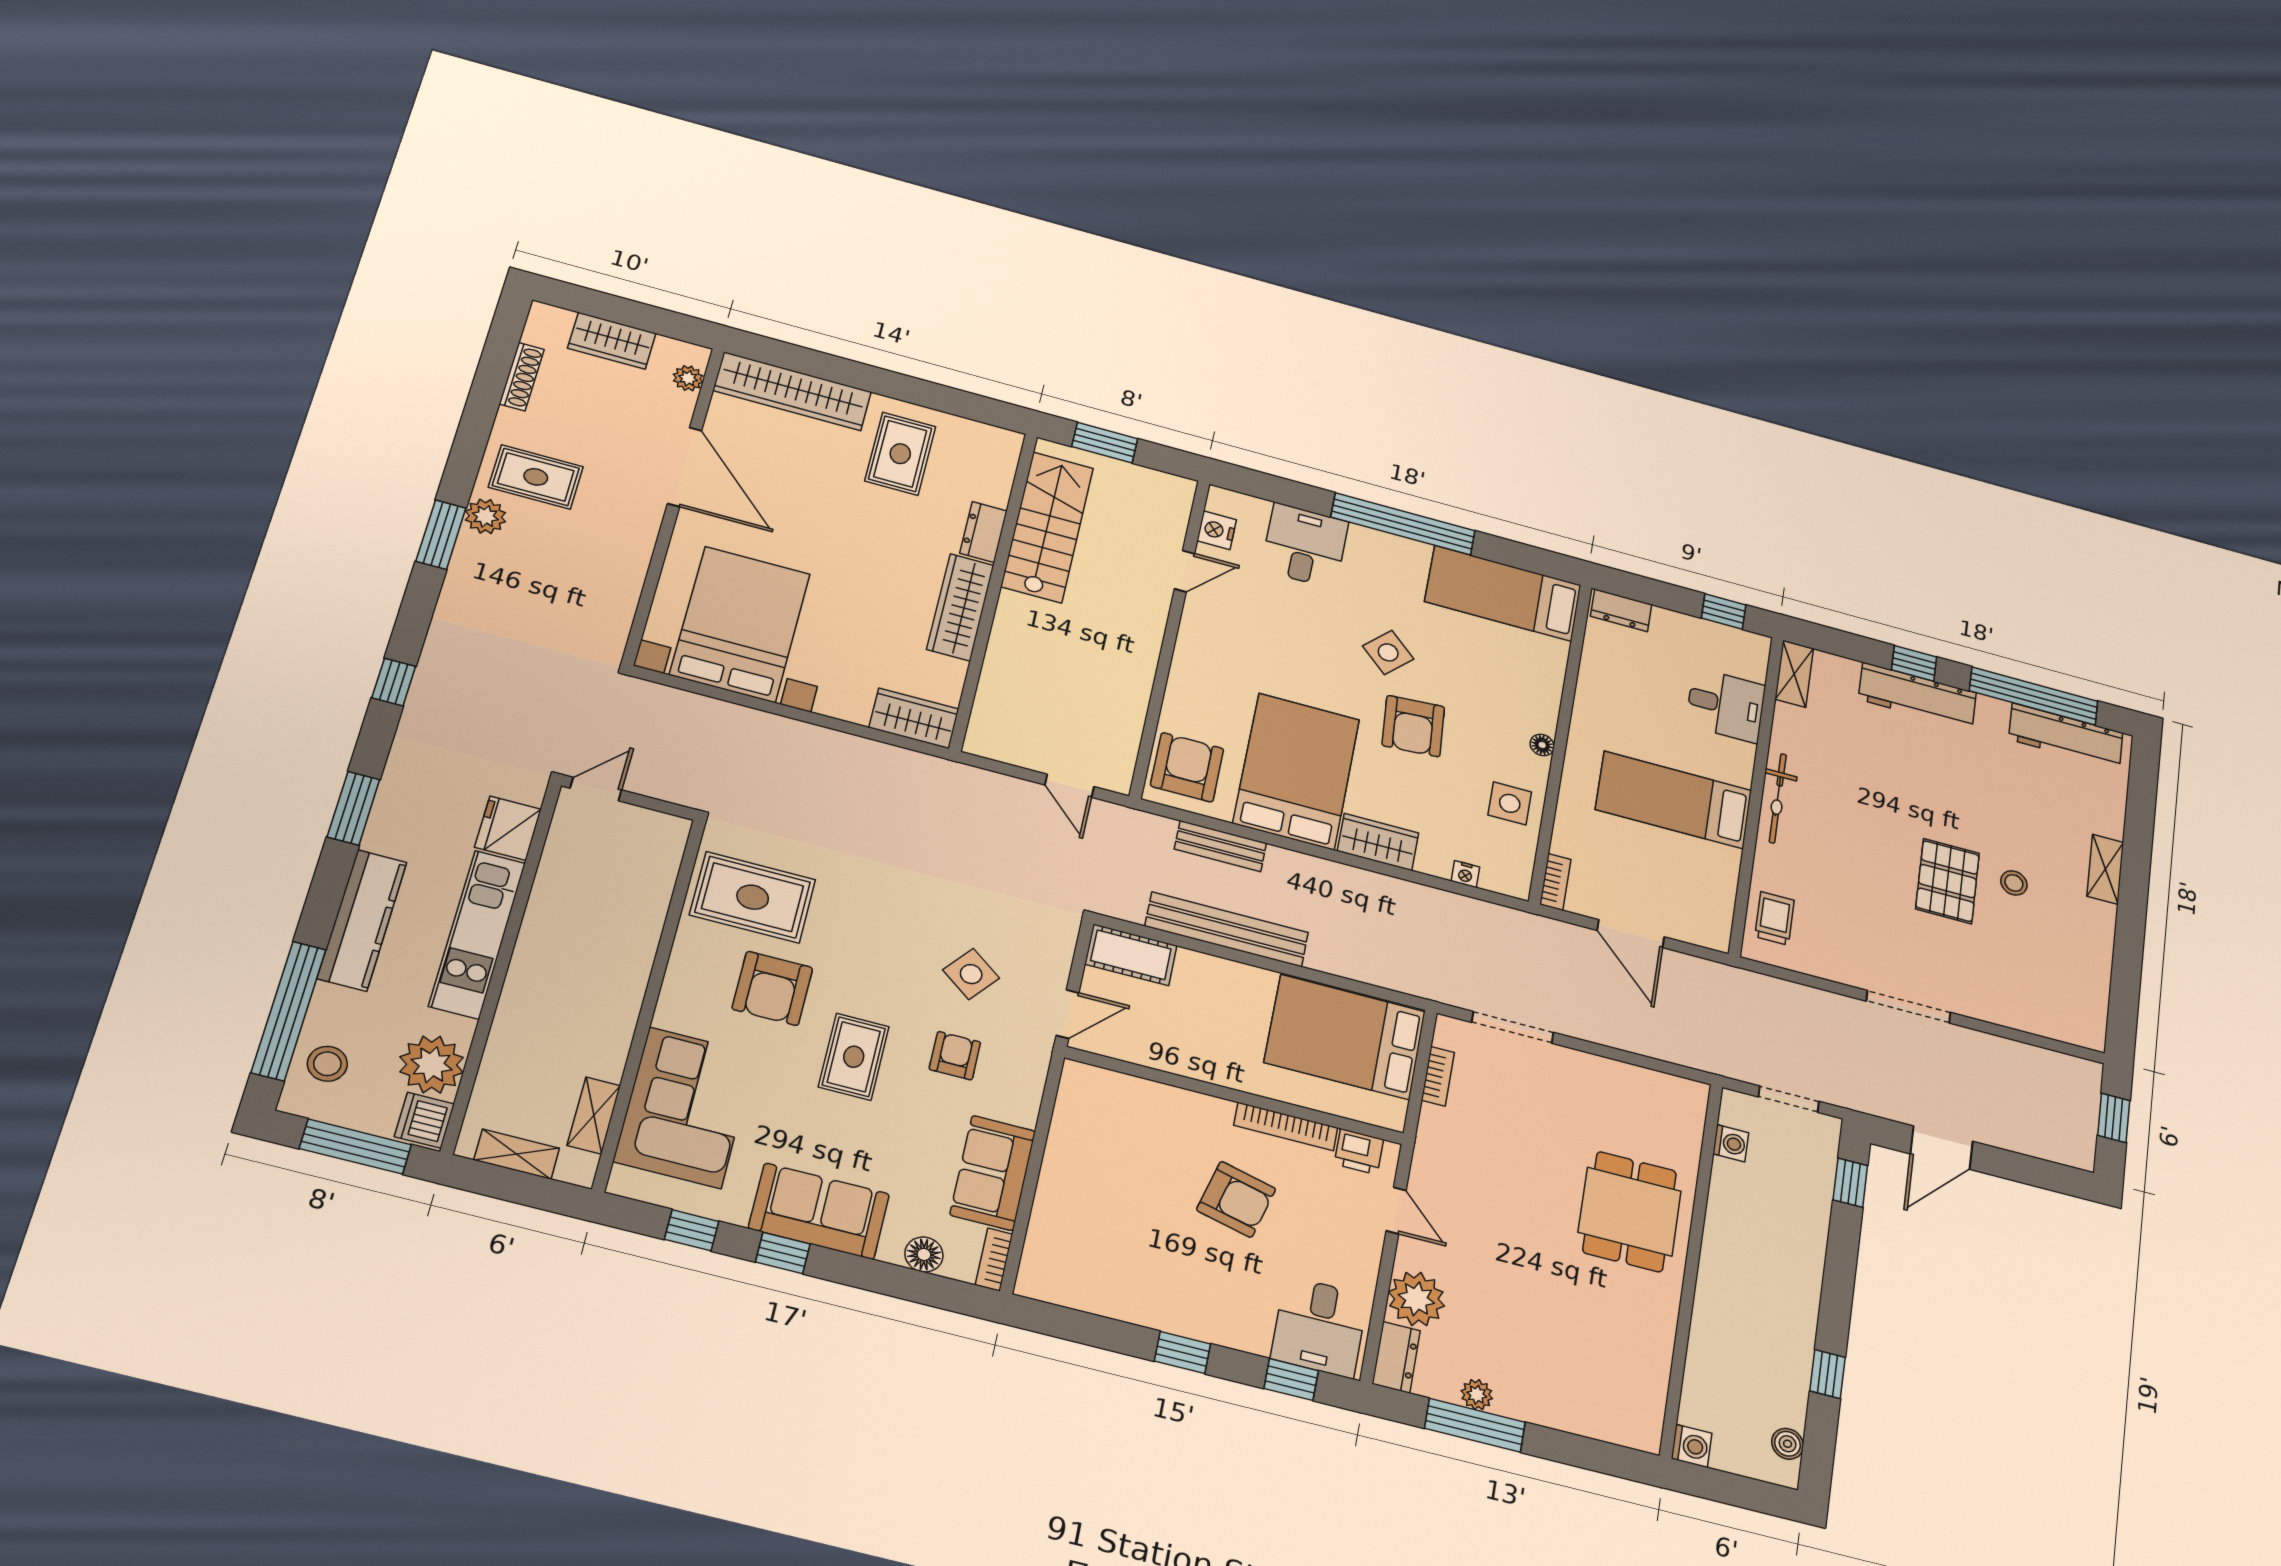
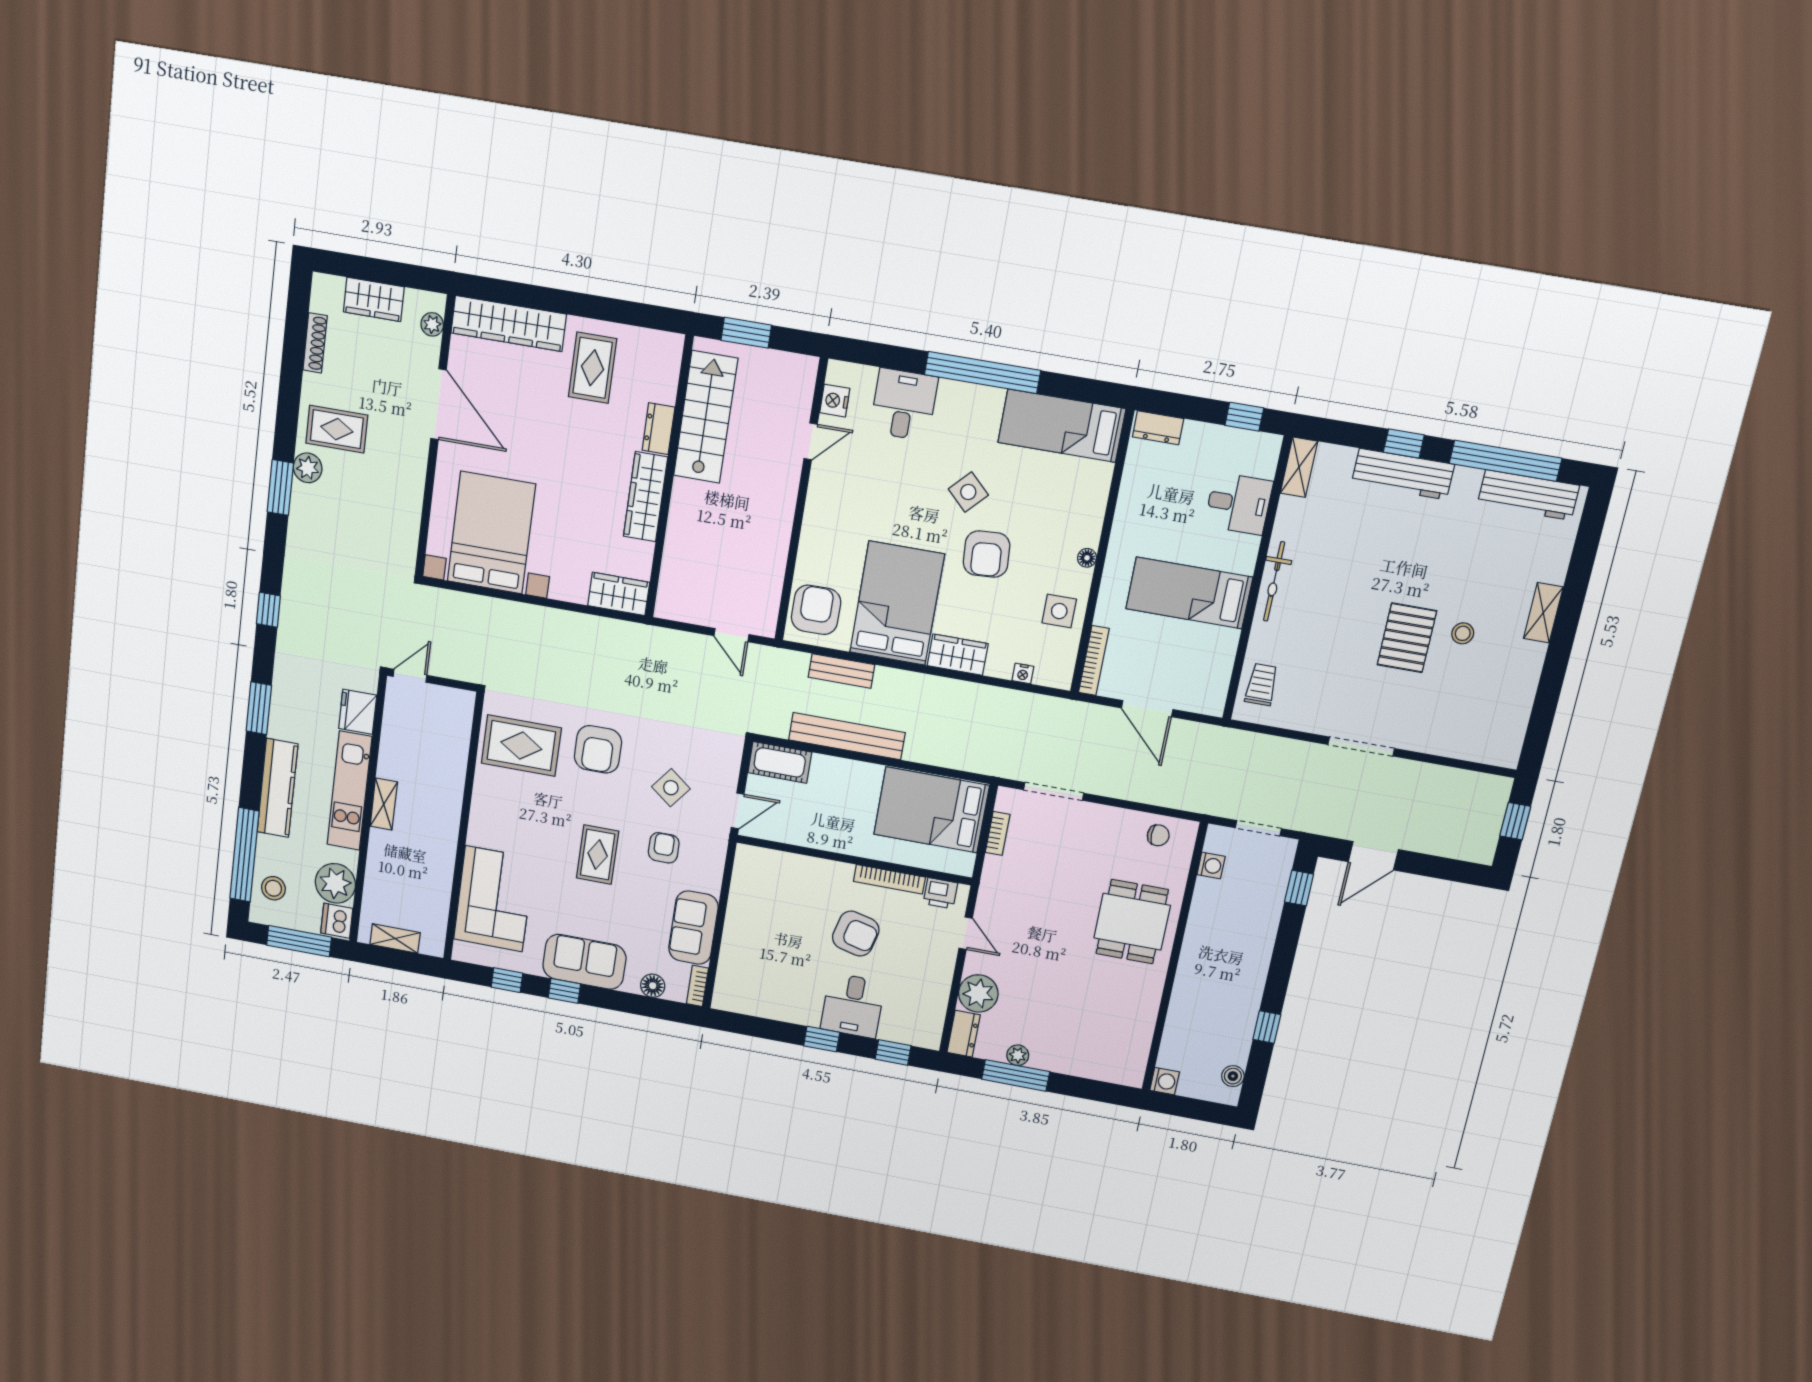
bookcase: (1555, 882) -> (1094, 661), width x1.56
armchair: (772, 988) -> (598, 749), moved
chair: (1657, 1097) -> (1158, 835), added
shelving: (594, 1115) -> (384, 804), moved
desk: (1319, 1327) -> (853, 1006), moved

